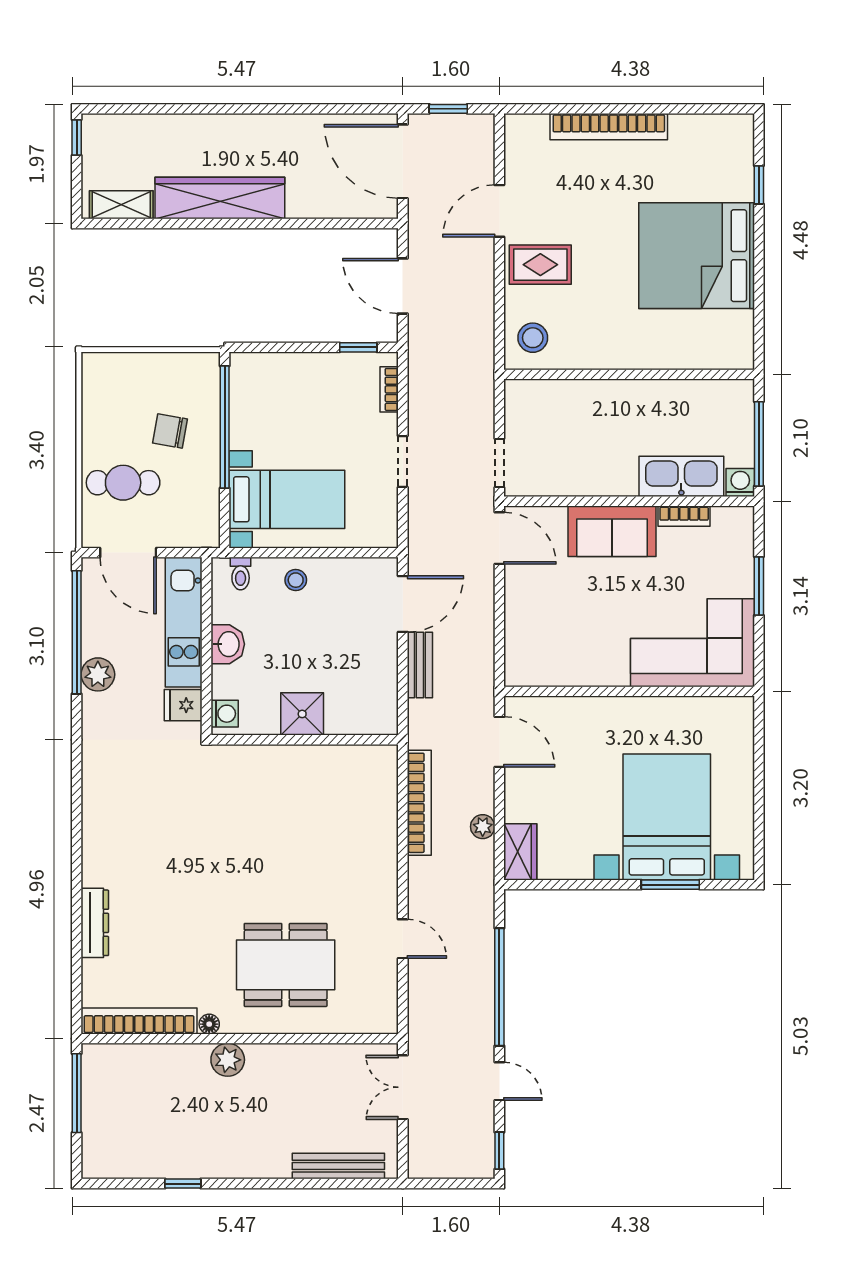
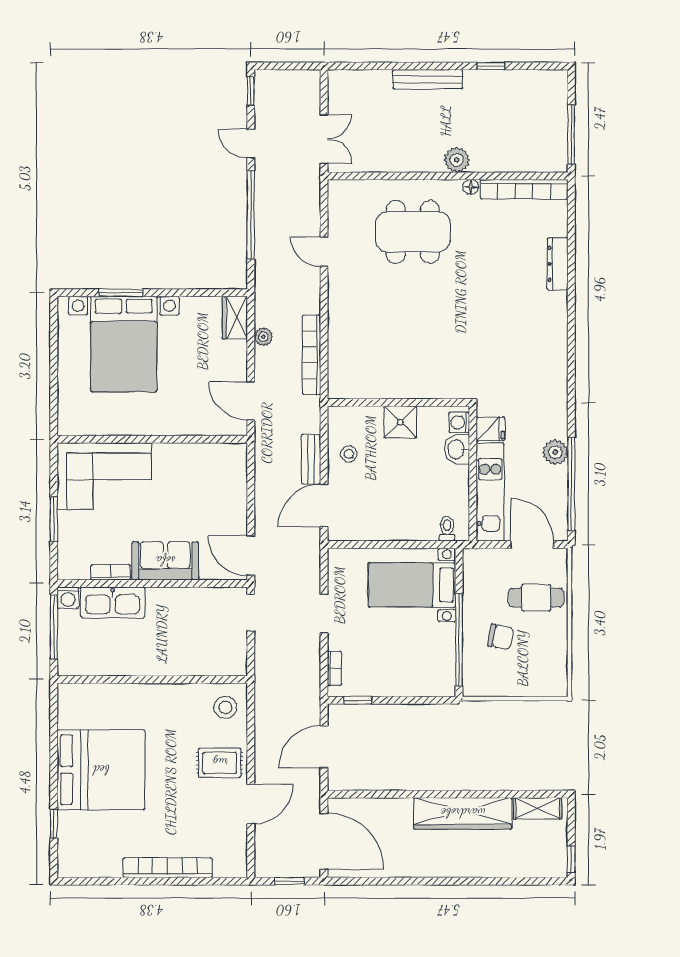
door: (403, 286) -> (324, 747), swing flipped
stool: (296, 580) -> (349, 454), moved
washbasin: (228, 644) -> (457, 449), moved
bench: (338, 1166) -> (428, 79), moved

